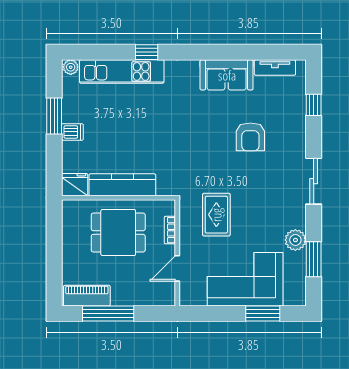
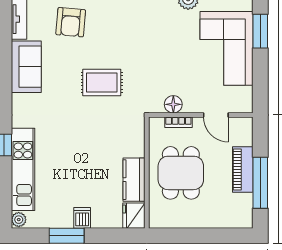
armchair: (250, 137) -> (71, 22), moved, turned 95
kitchen counter: (122, 185) -> (134, 180), width x0.67
rug: (216, 215) -> (102, 82), moved
floor lamp: (188, 225) -> (173, 104), added
piano: (87, 296) -> (243, 169), moved

